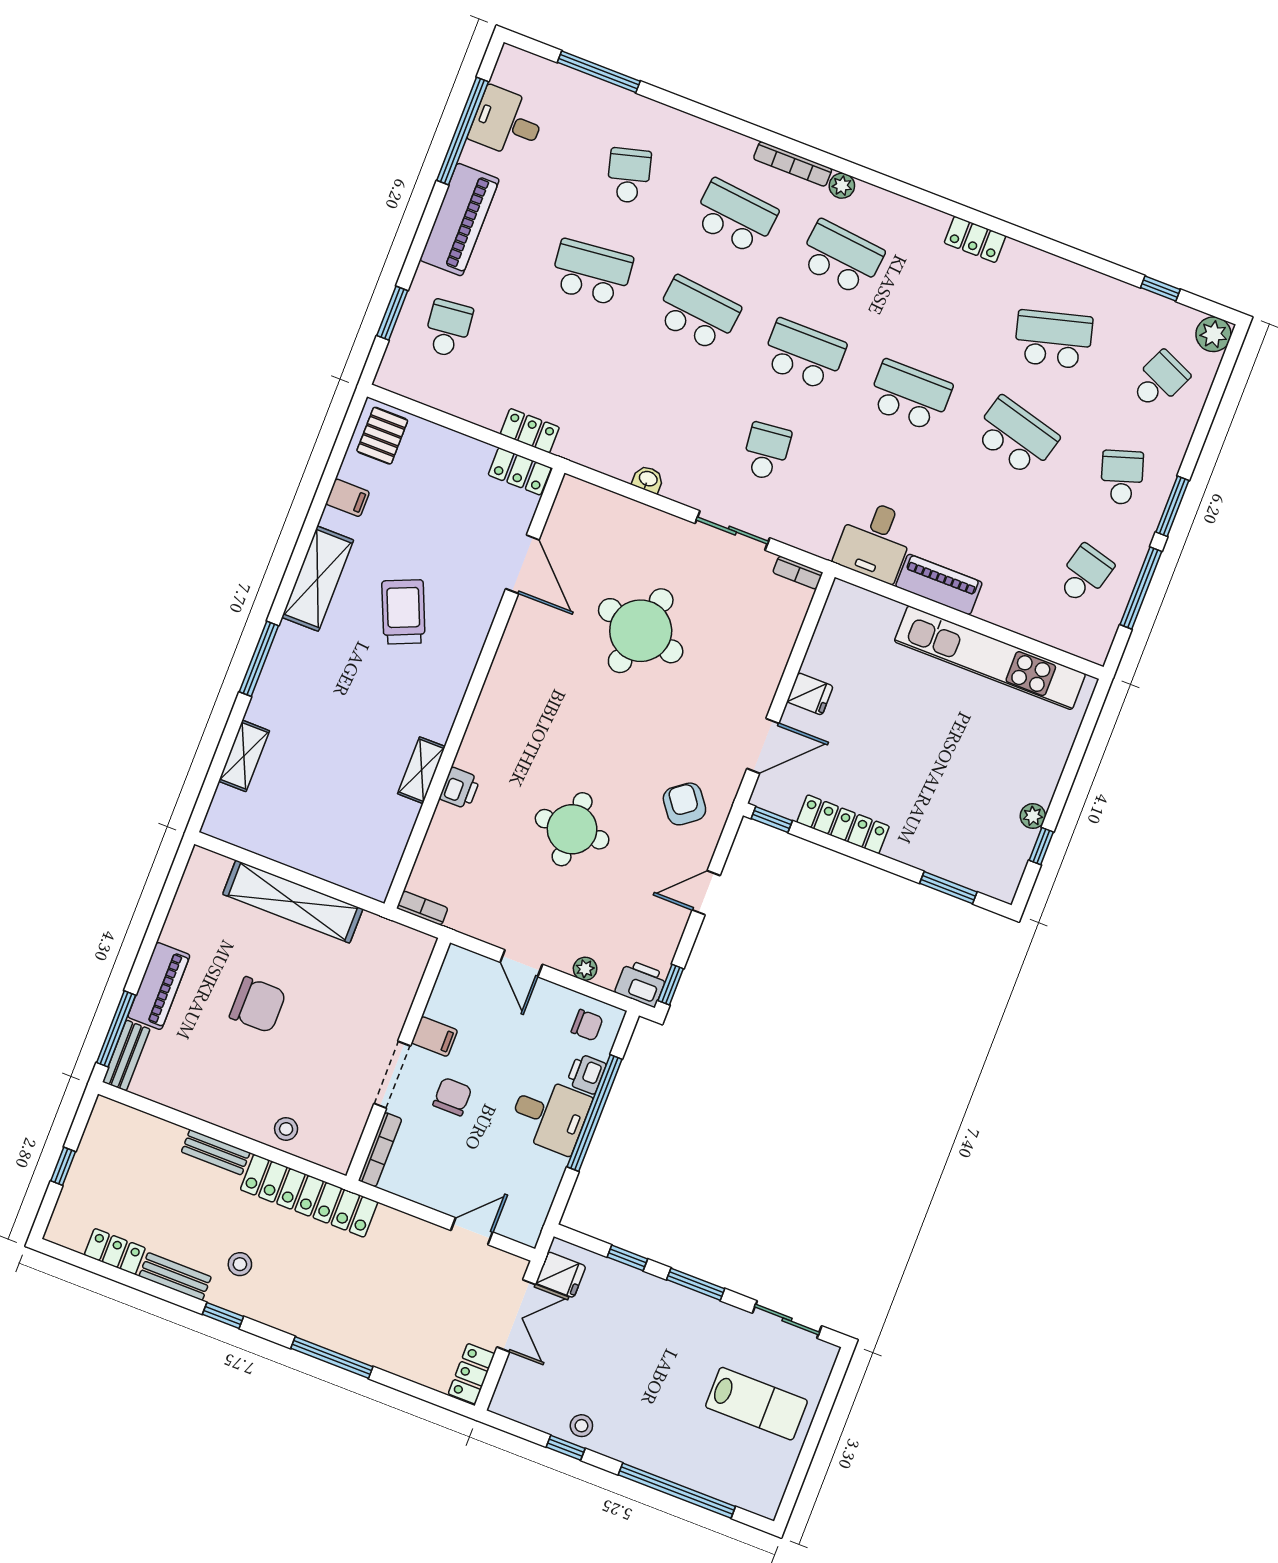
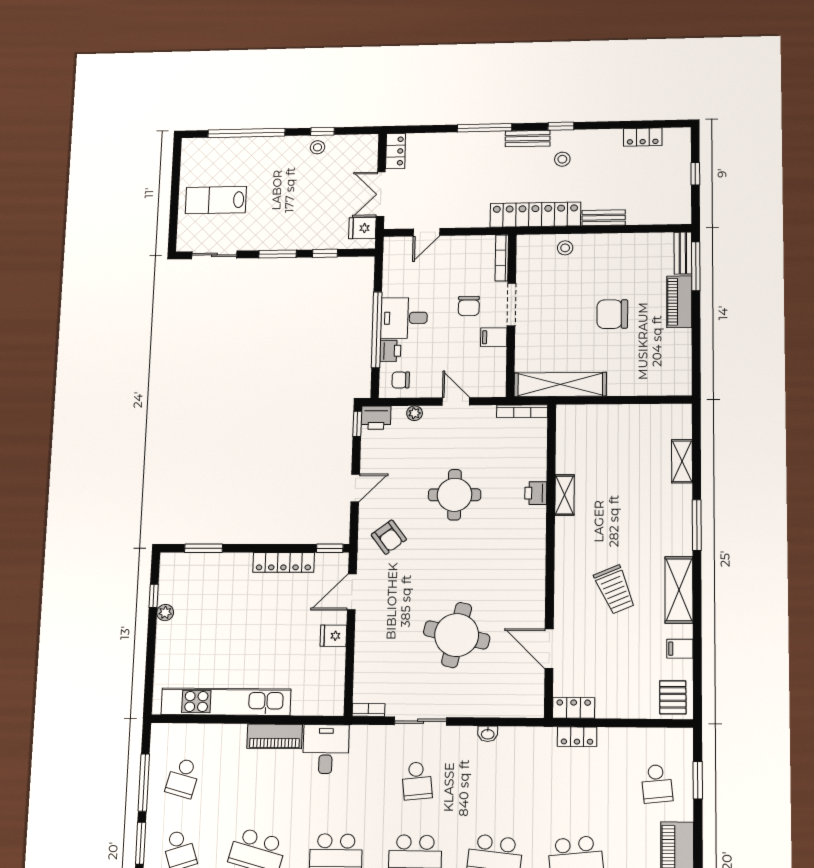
shelving: (293, 902) -> (560, 385), moved
bookcase: (422, 908) -> (522, 411), width x1.56
bench: (175, 1276) -> (528, 139), moved

